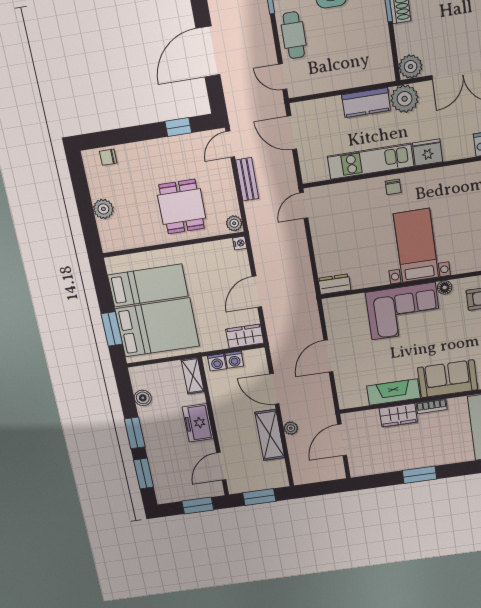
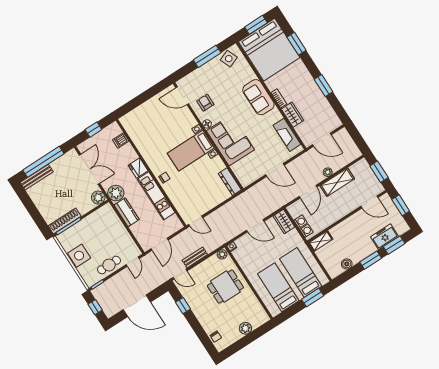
dresser: (334, 284) -> (230, 182), width x1.44
bed: (157, 327) -> (301, 272), width x0.67
fireplace: (393, 392) -> (287, 135), moved
freezer: (198, 423) -> (385, 237), moved, turned 180

